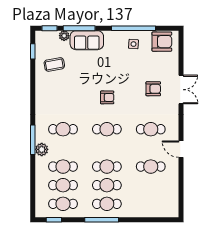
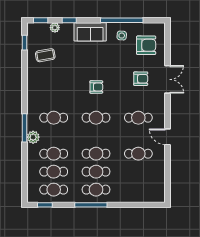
window: (79, 28) -> (69, 20), width x0.46
sofa: (87, 40) -> (90, 32), moved
armchair: (162, 42) -> (146, 45), moved

